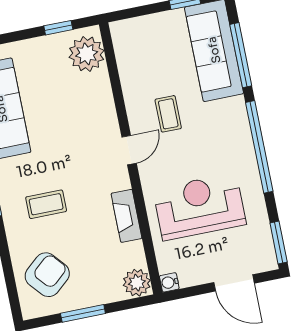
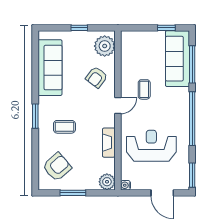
window: (58, 28) -> (79, 28), moved
armchair: (83, 110) -> (96, 77), added

